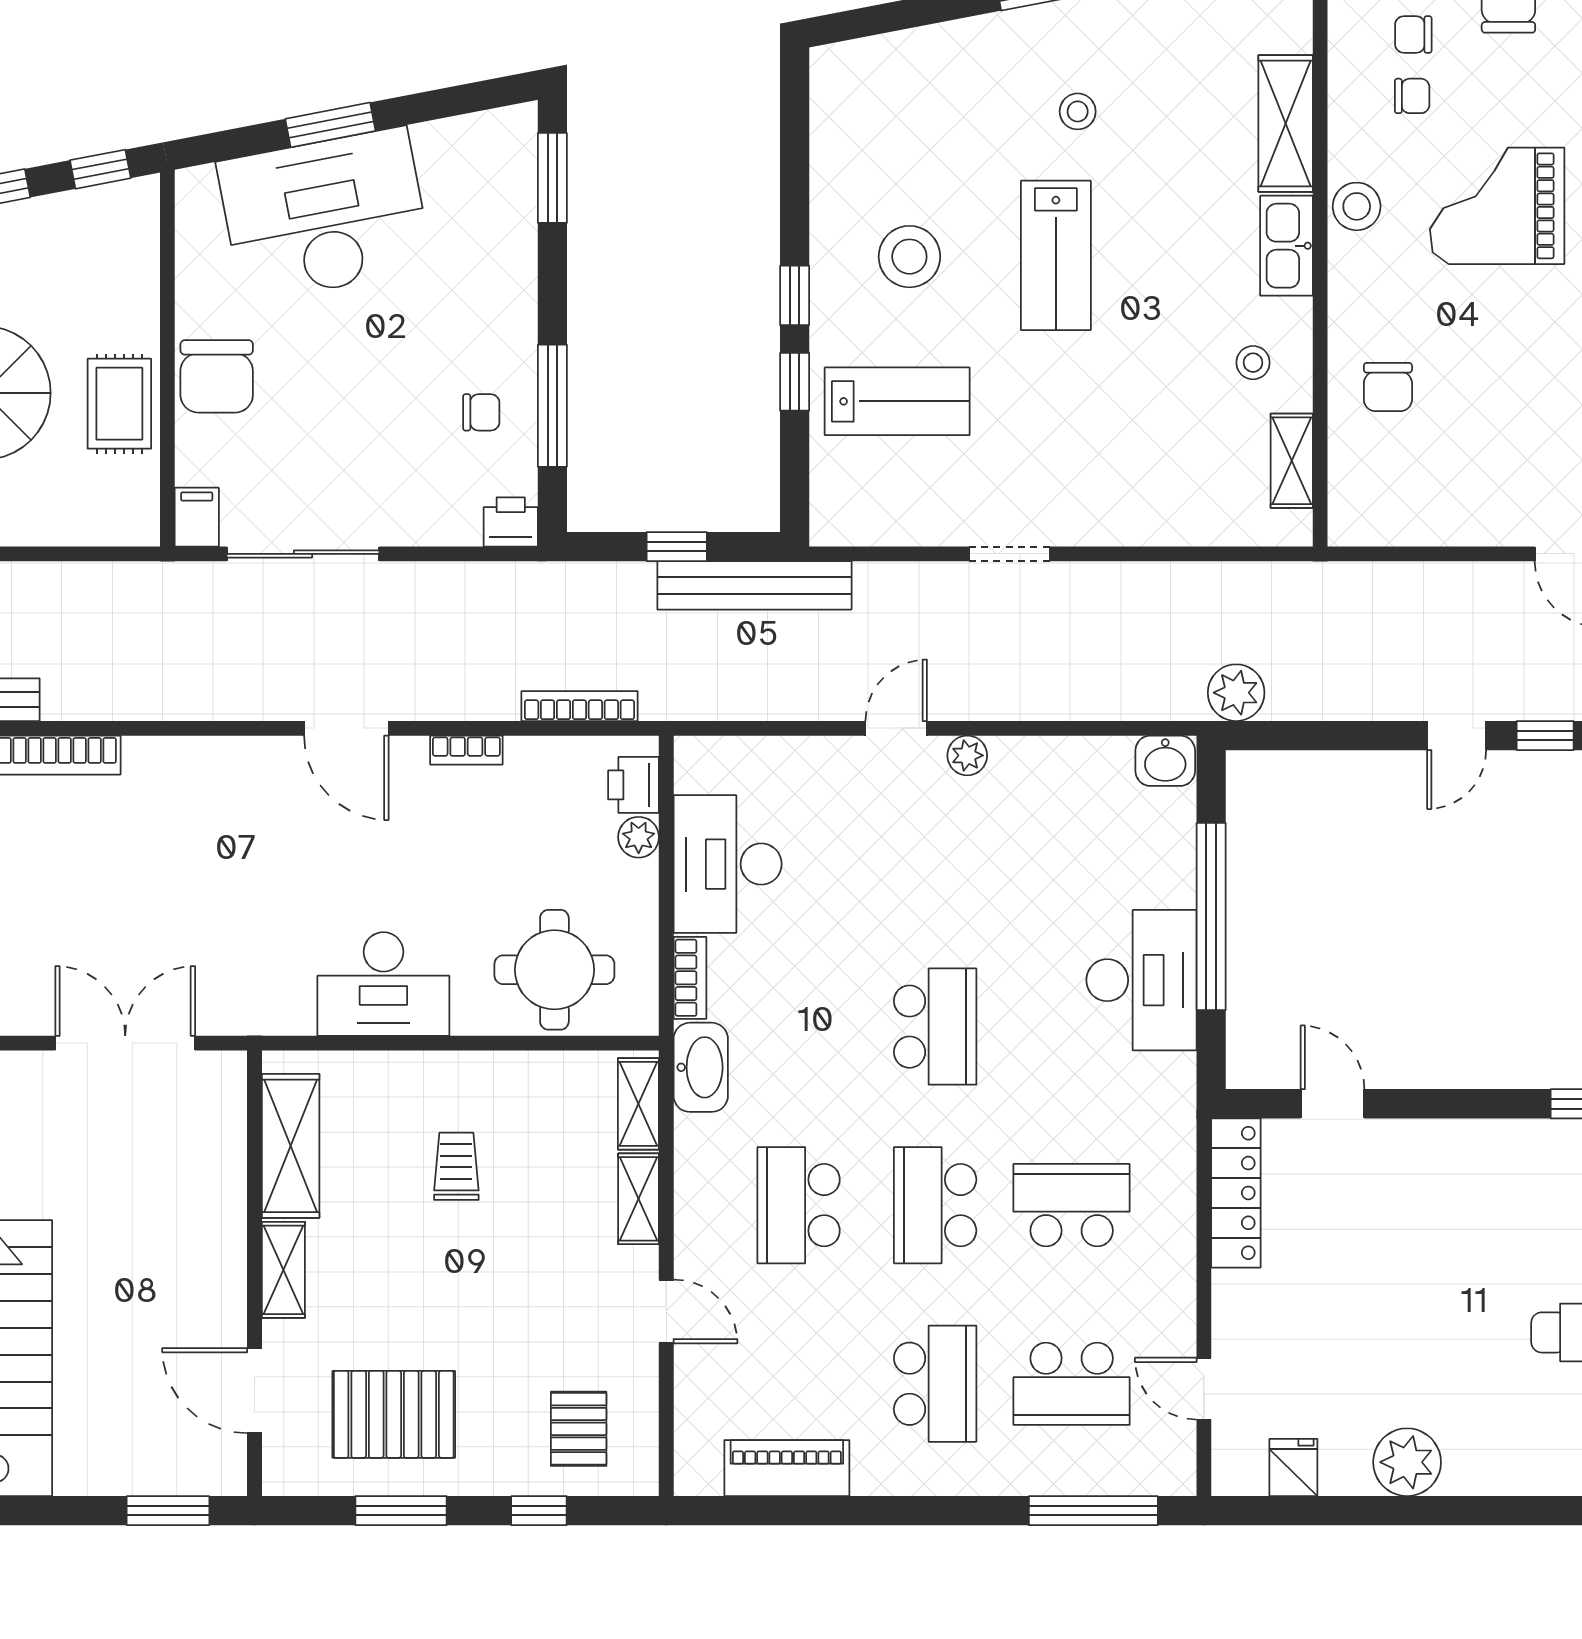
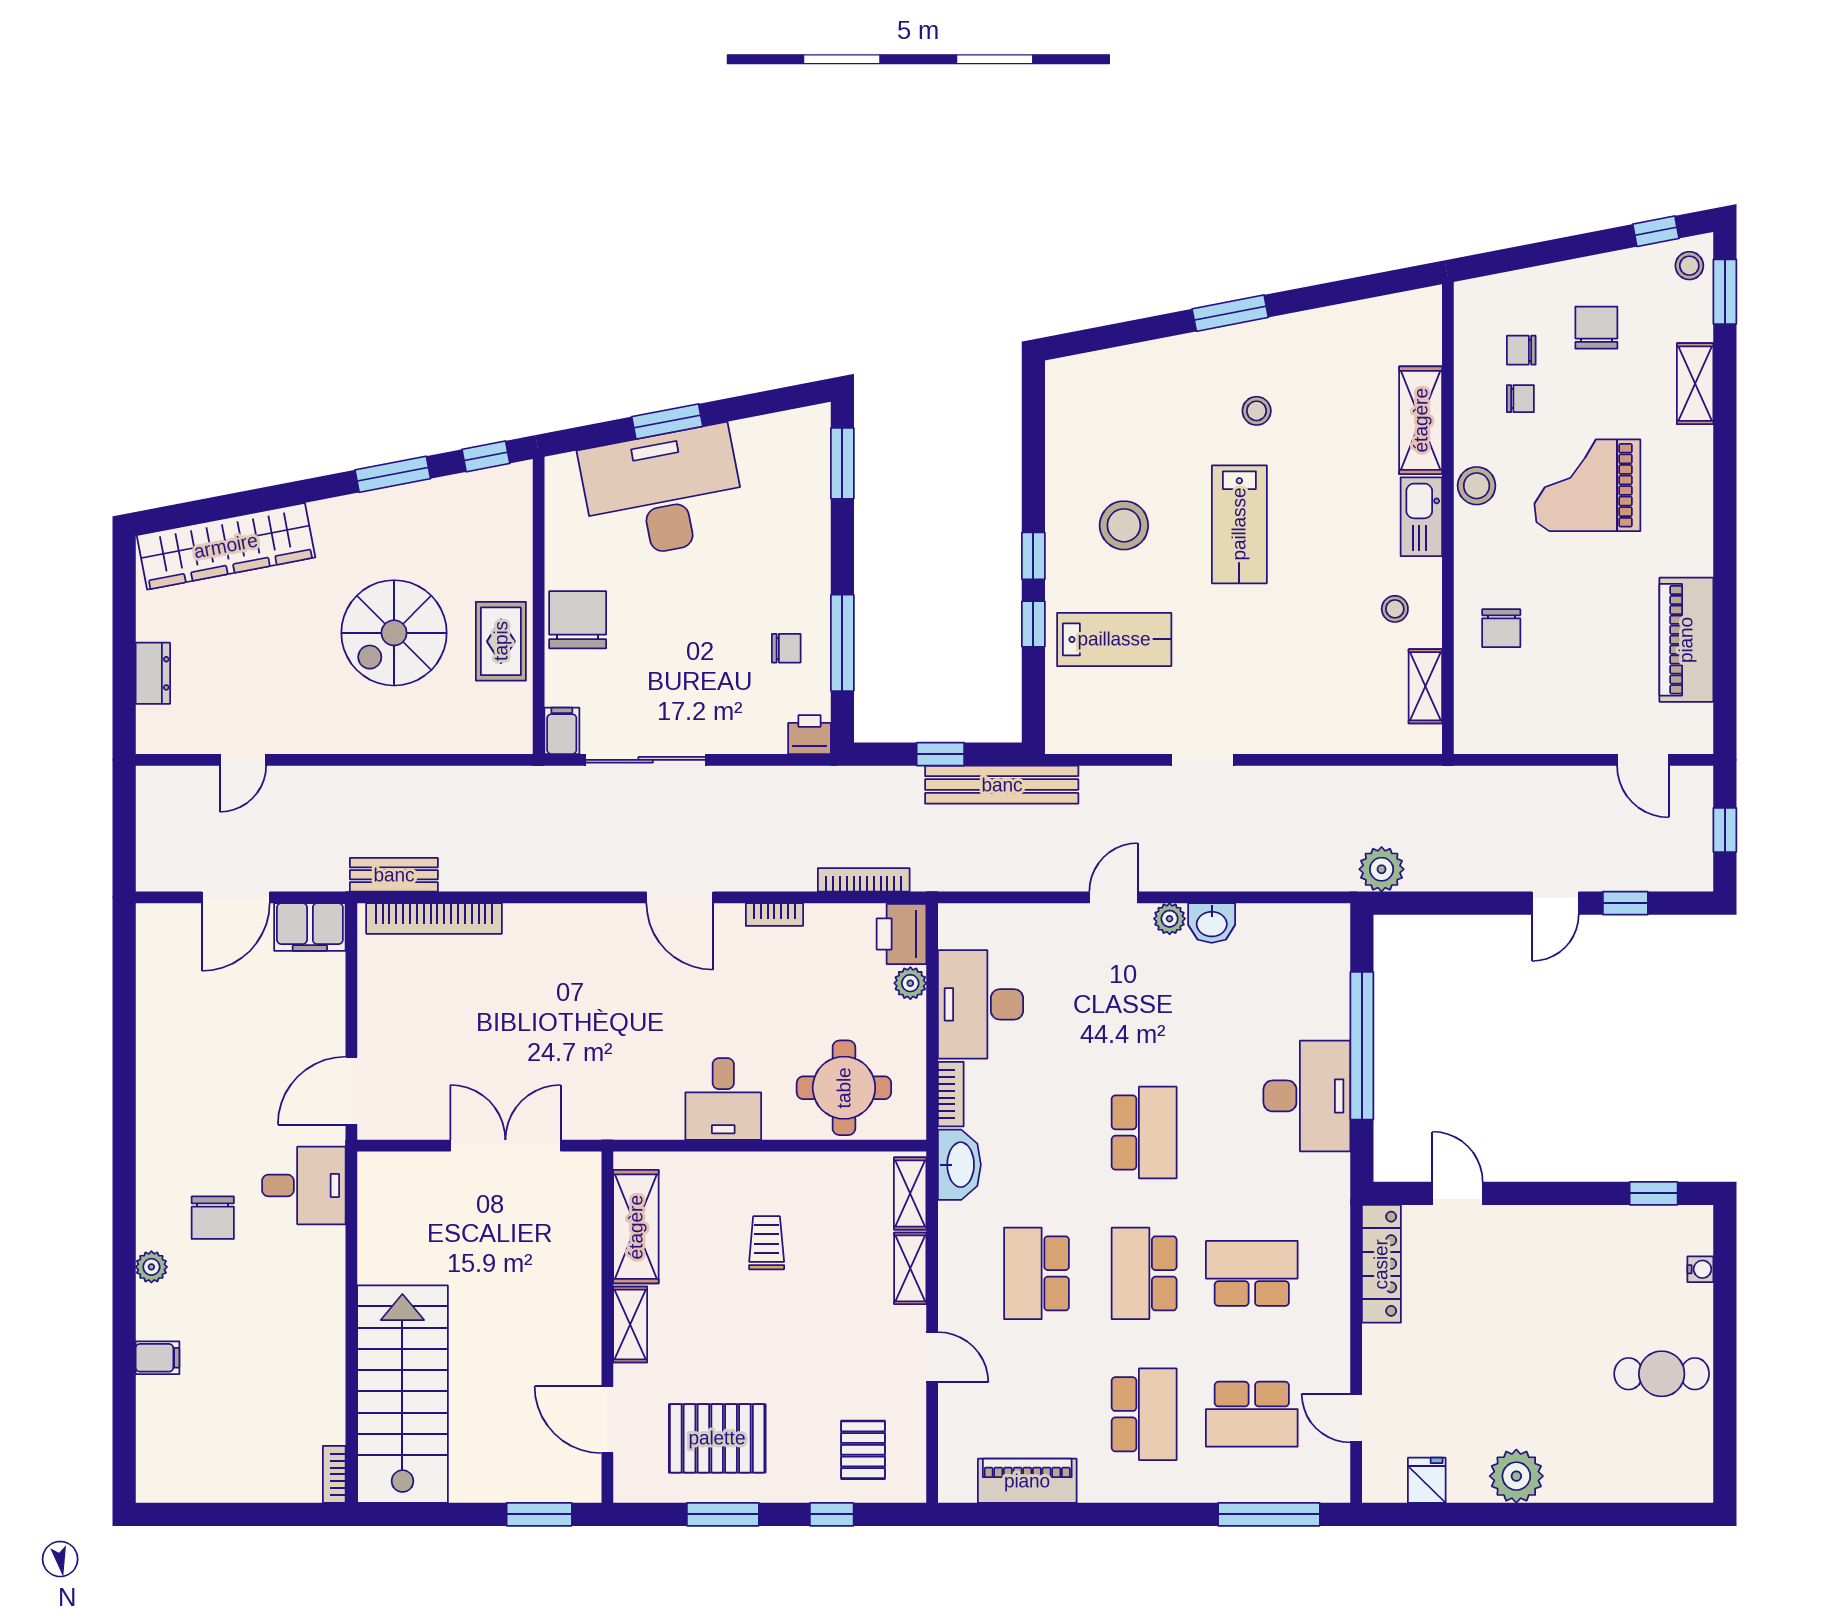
chair: (217, 376) -> (578, 620), turned 180
washbasin: (1165, 761) -> (1212, 923), moved
printer: (634, 785) -> (902, 934), width x1.36, depth x1.24
desk: (383, 984) -> (723, 1099), width x0.73

